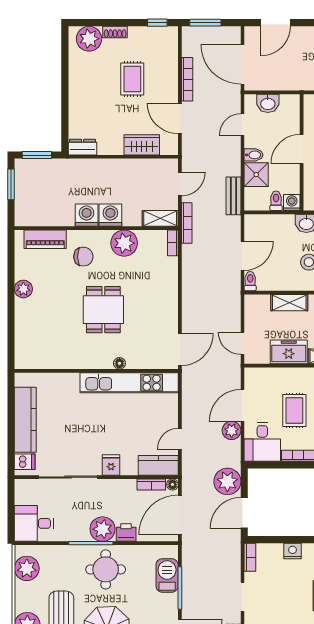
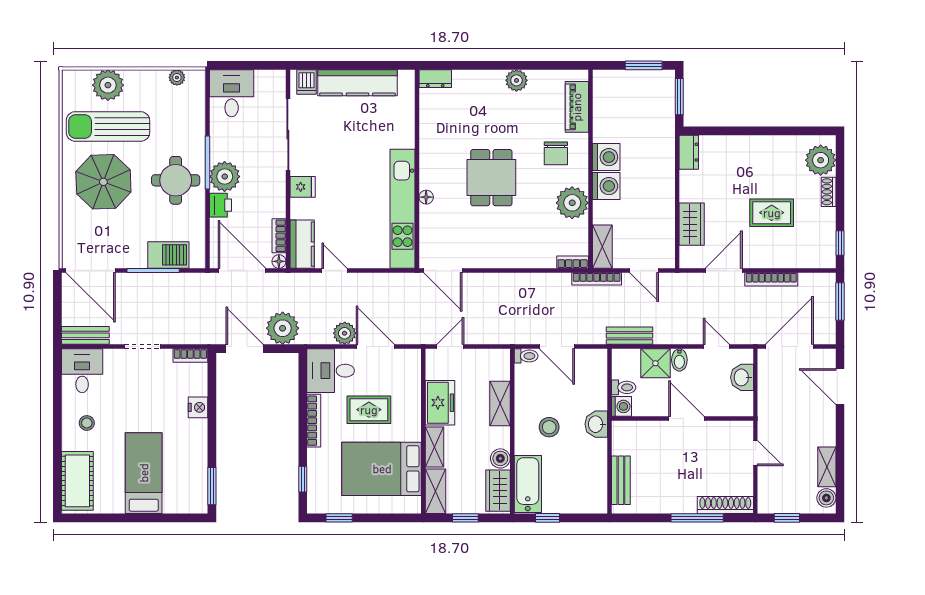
dining table: (103, 310) -> (491, 178), turned 90
dresser: (22, 356) -> (435, 79), added
plant: (27, 568) -> (177, 77), width x0.53, depth x0.53

